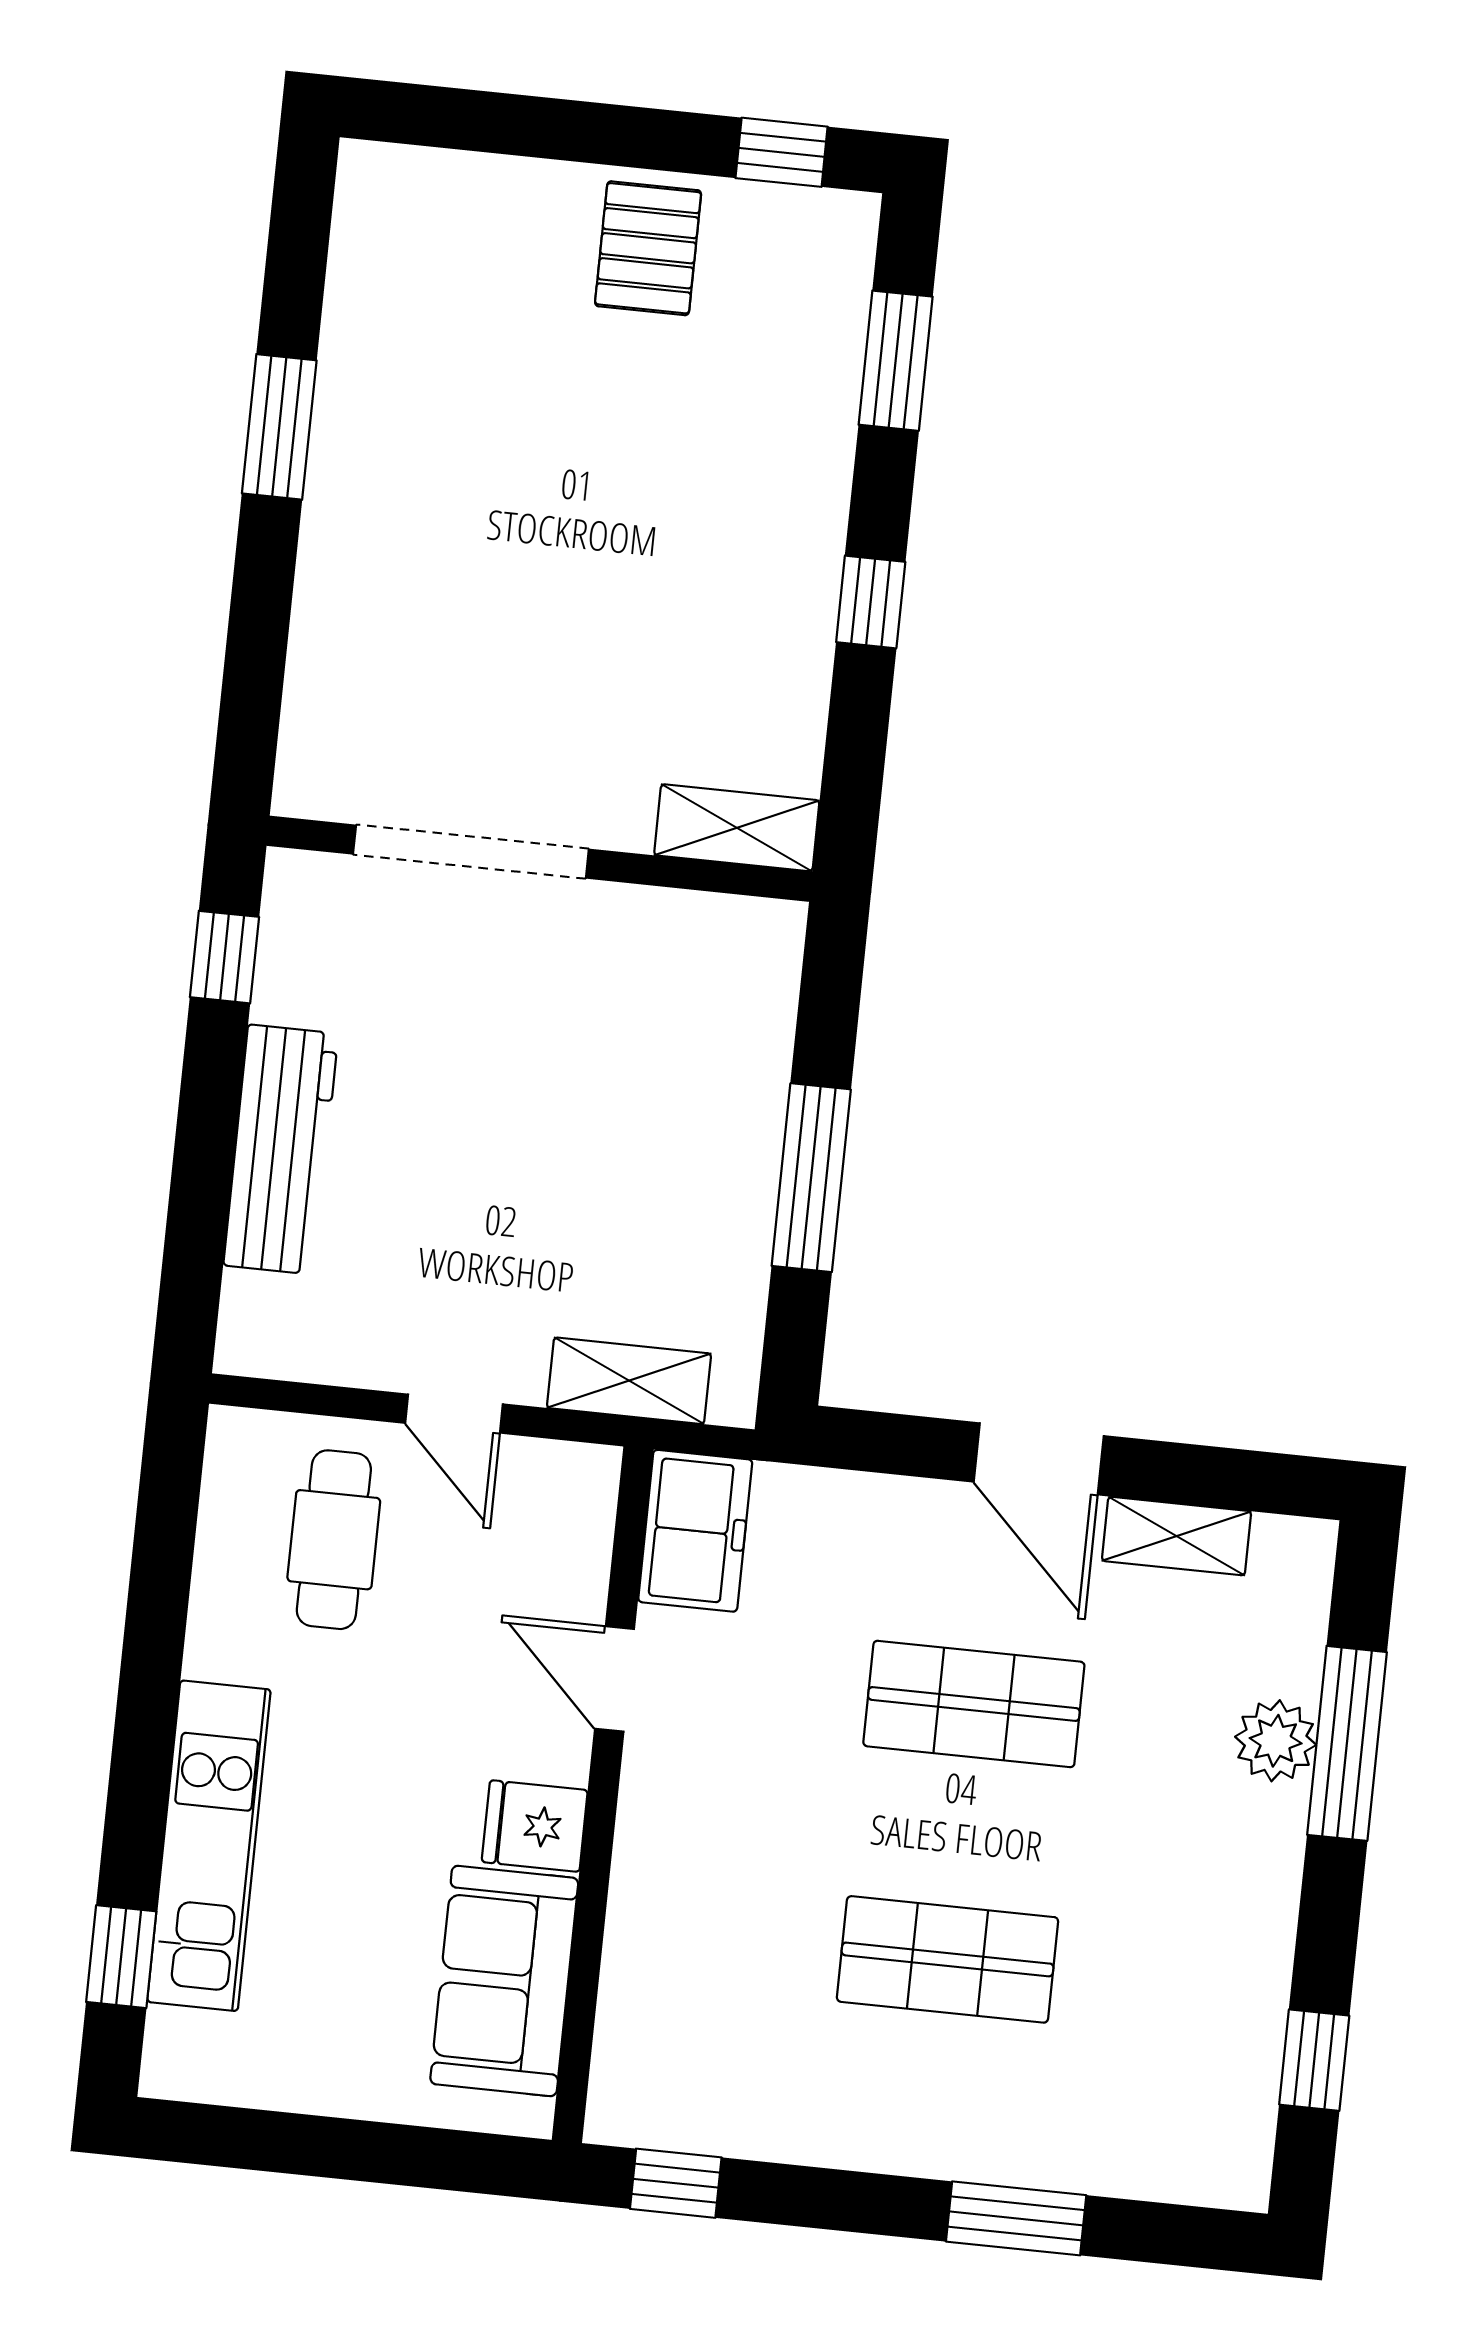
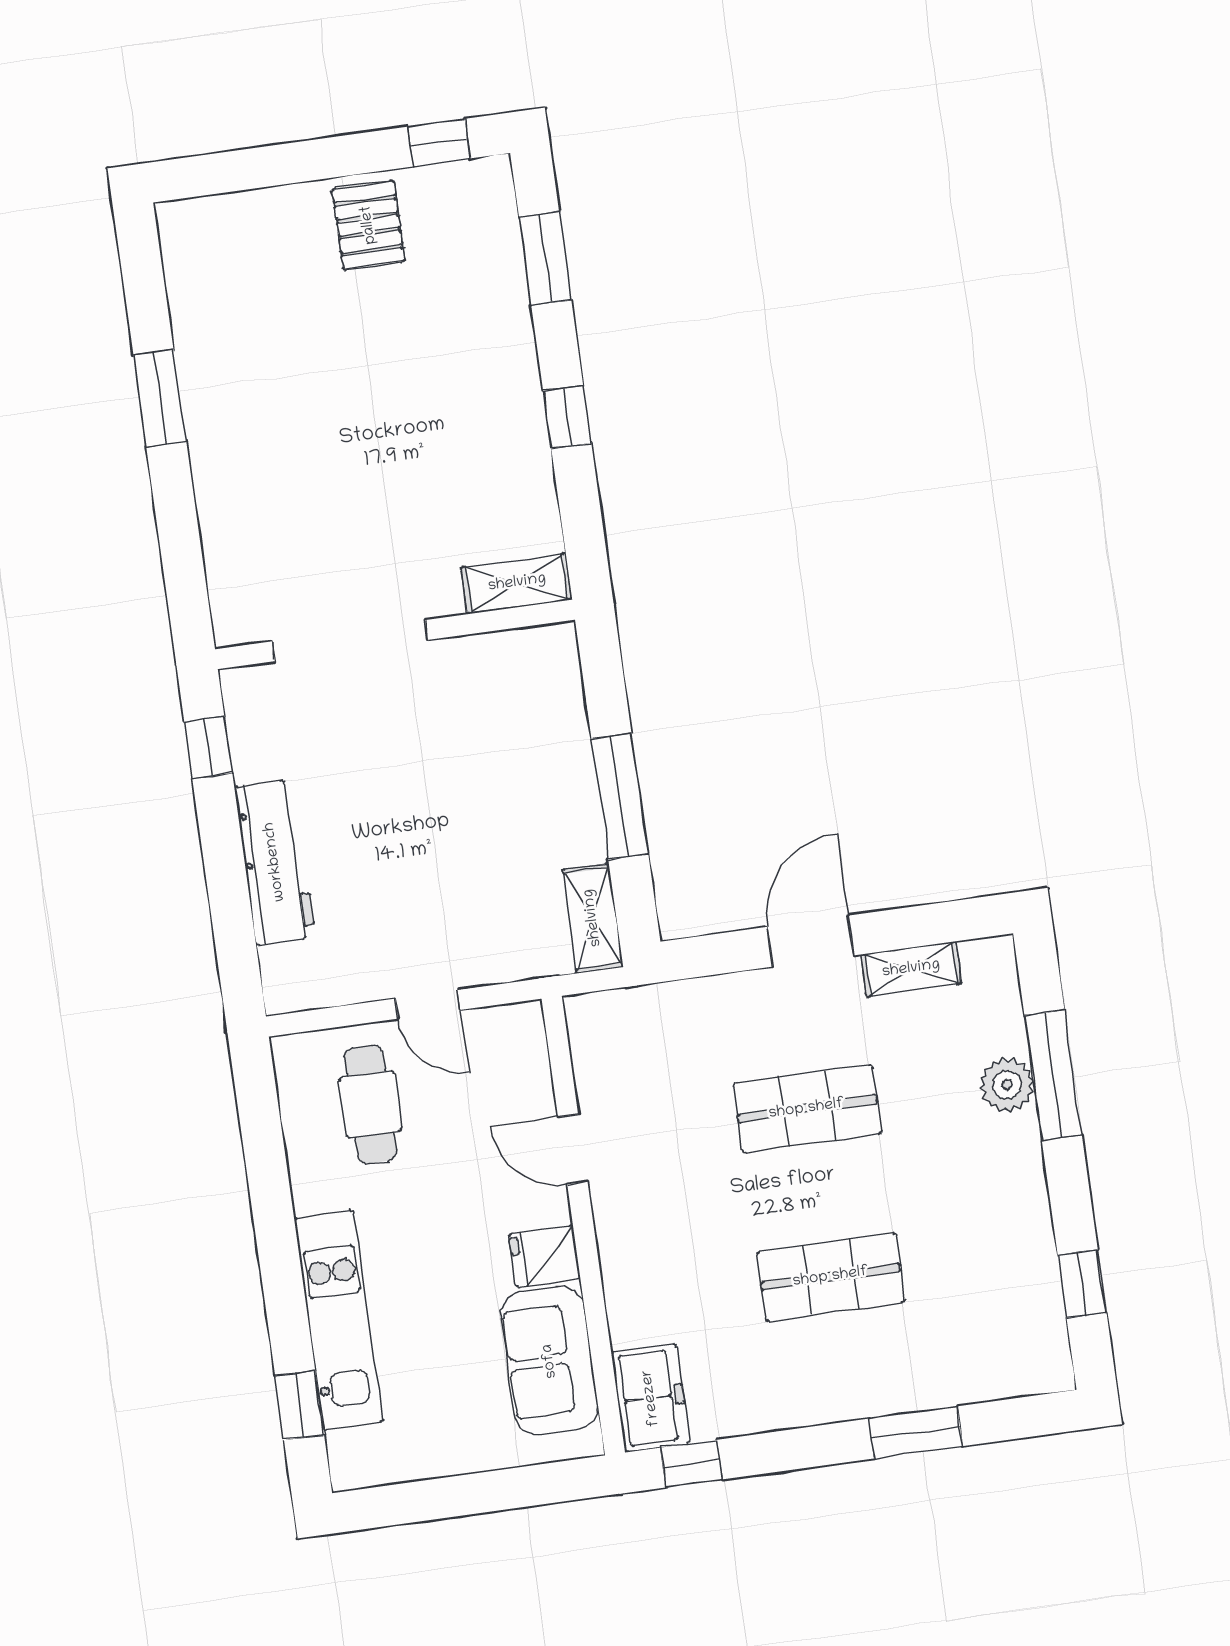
shelving: (629, 1381) -> (593, 918), moved, turned 90
door: (1039, 1459) -> (810, 941), swing flipped
freezer: (695, 1531) -> (651, 1398), moved

